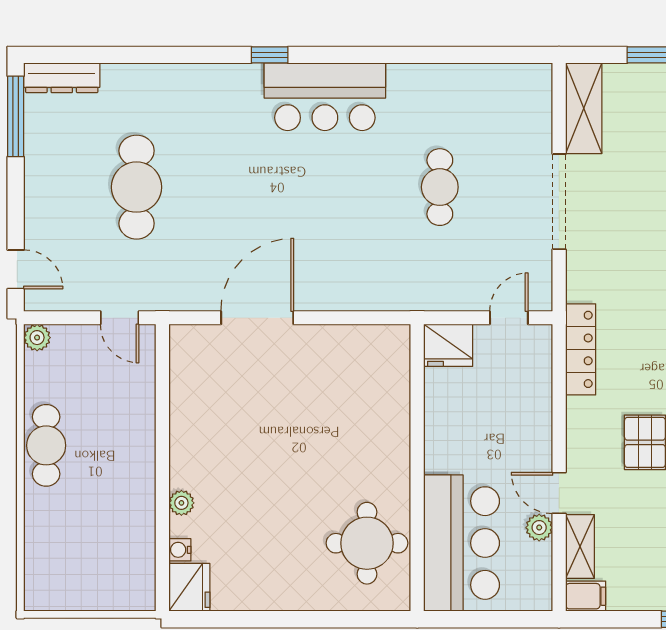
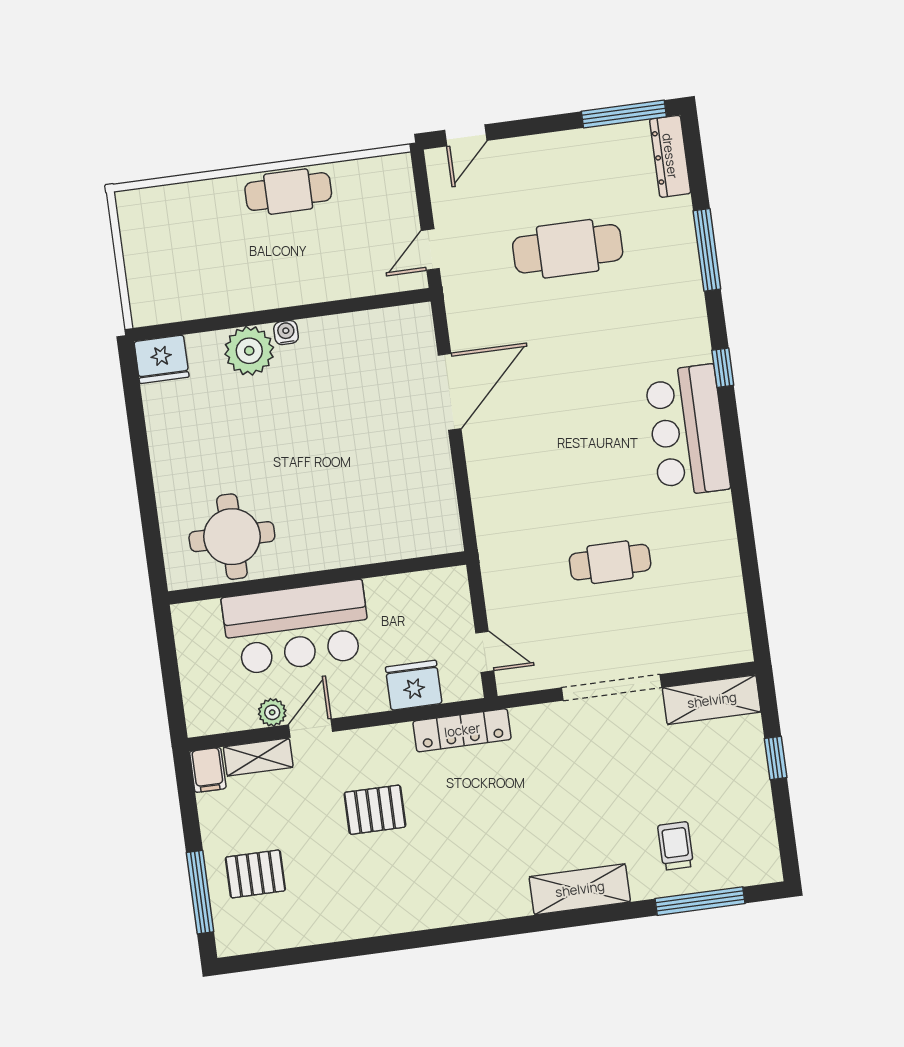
window: (155, 55) -> (707, 250), added
door: (257, 318) -> (450, 392), hinge flipped
plant: (37, 338) -> (398, 167), removed
fridge: (448, 345) -> (414, 685), moved, turned 90
plant: (181, 503) -> (249, 351), width x1.88, depth x1.88
bar counter: (462, 543) -> (297, 627), moved
water cooler: (180, 550) -> (286, 333), moved

